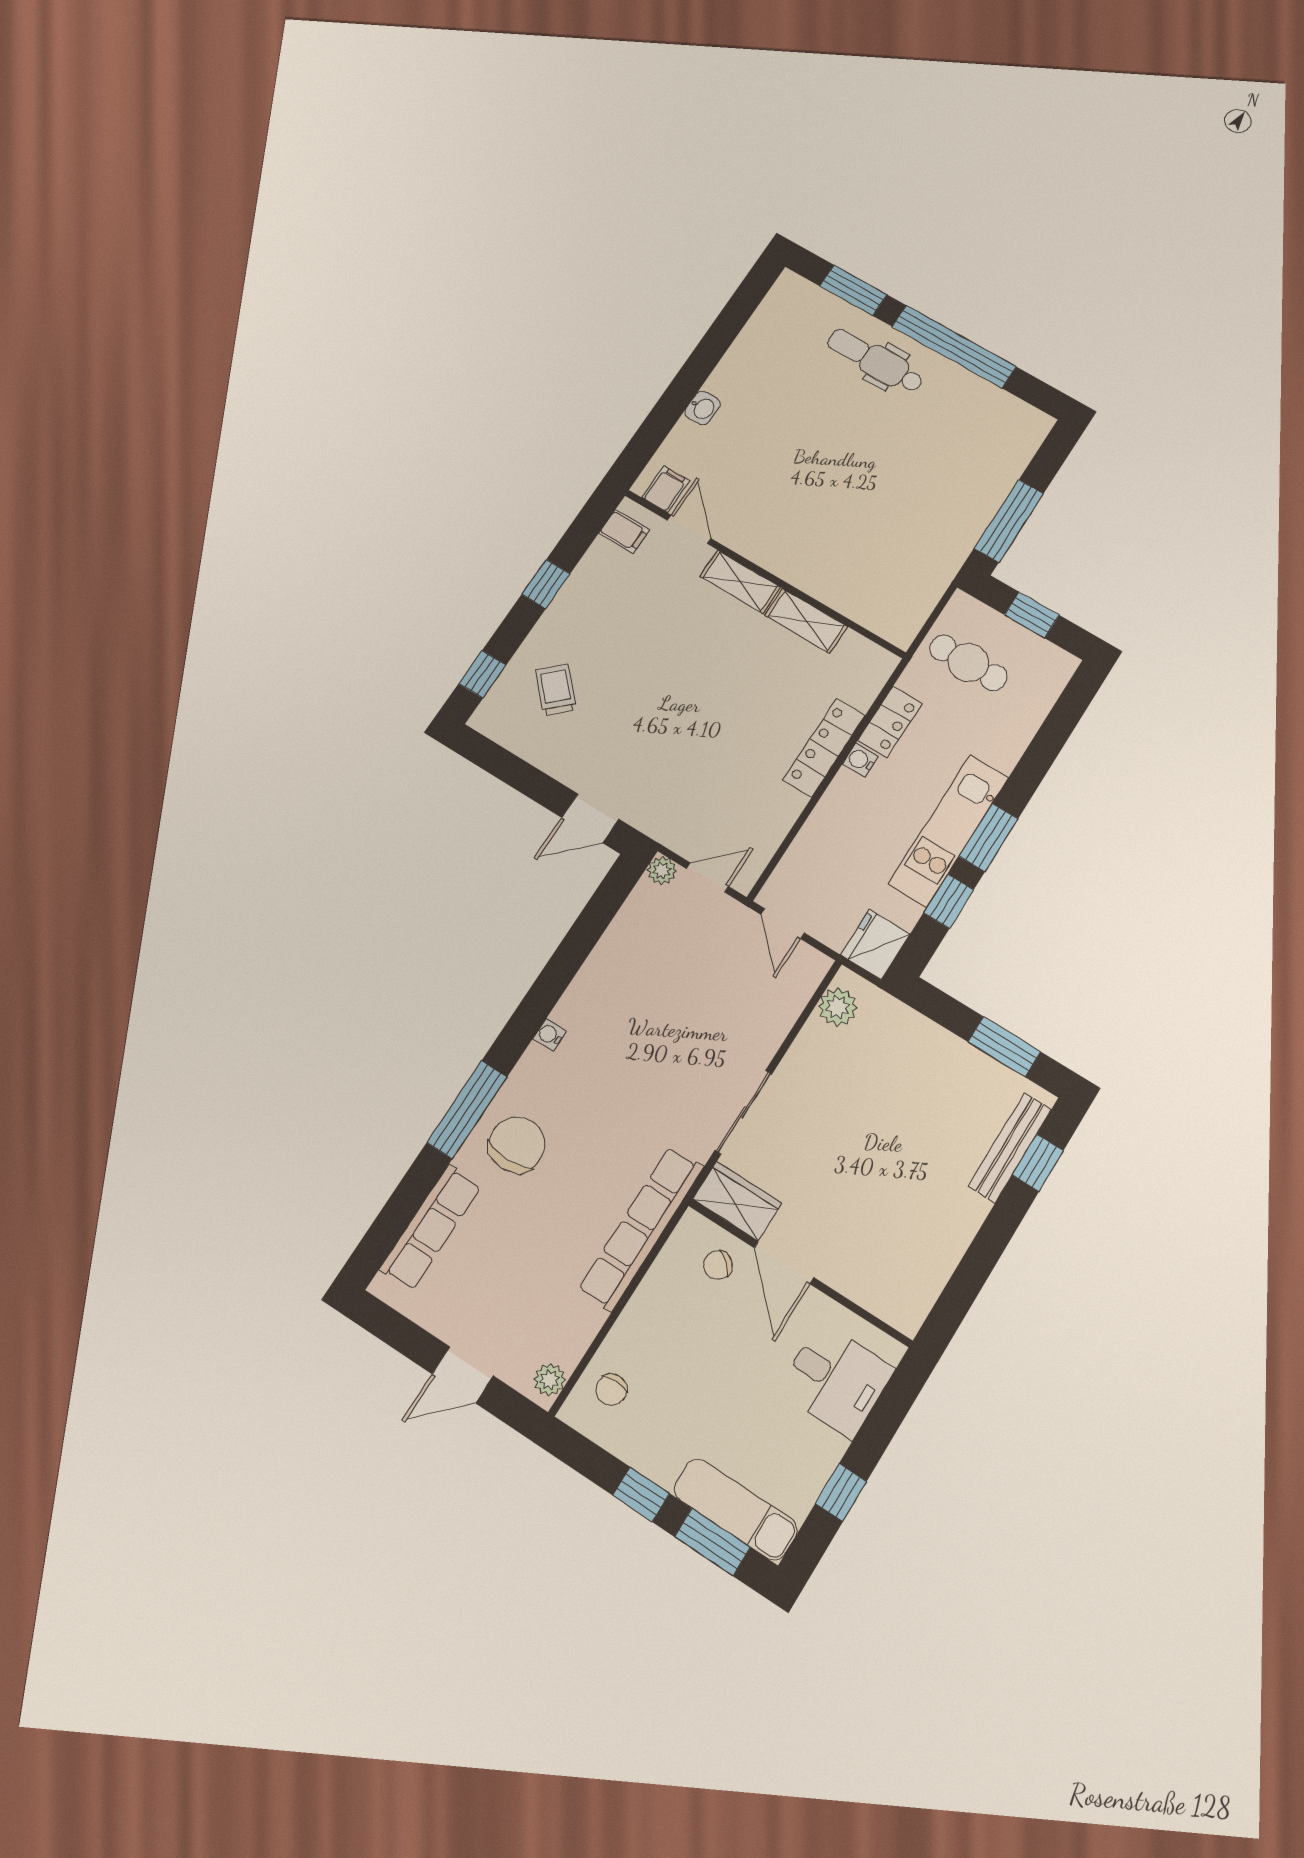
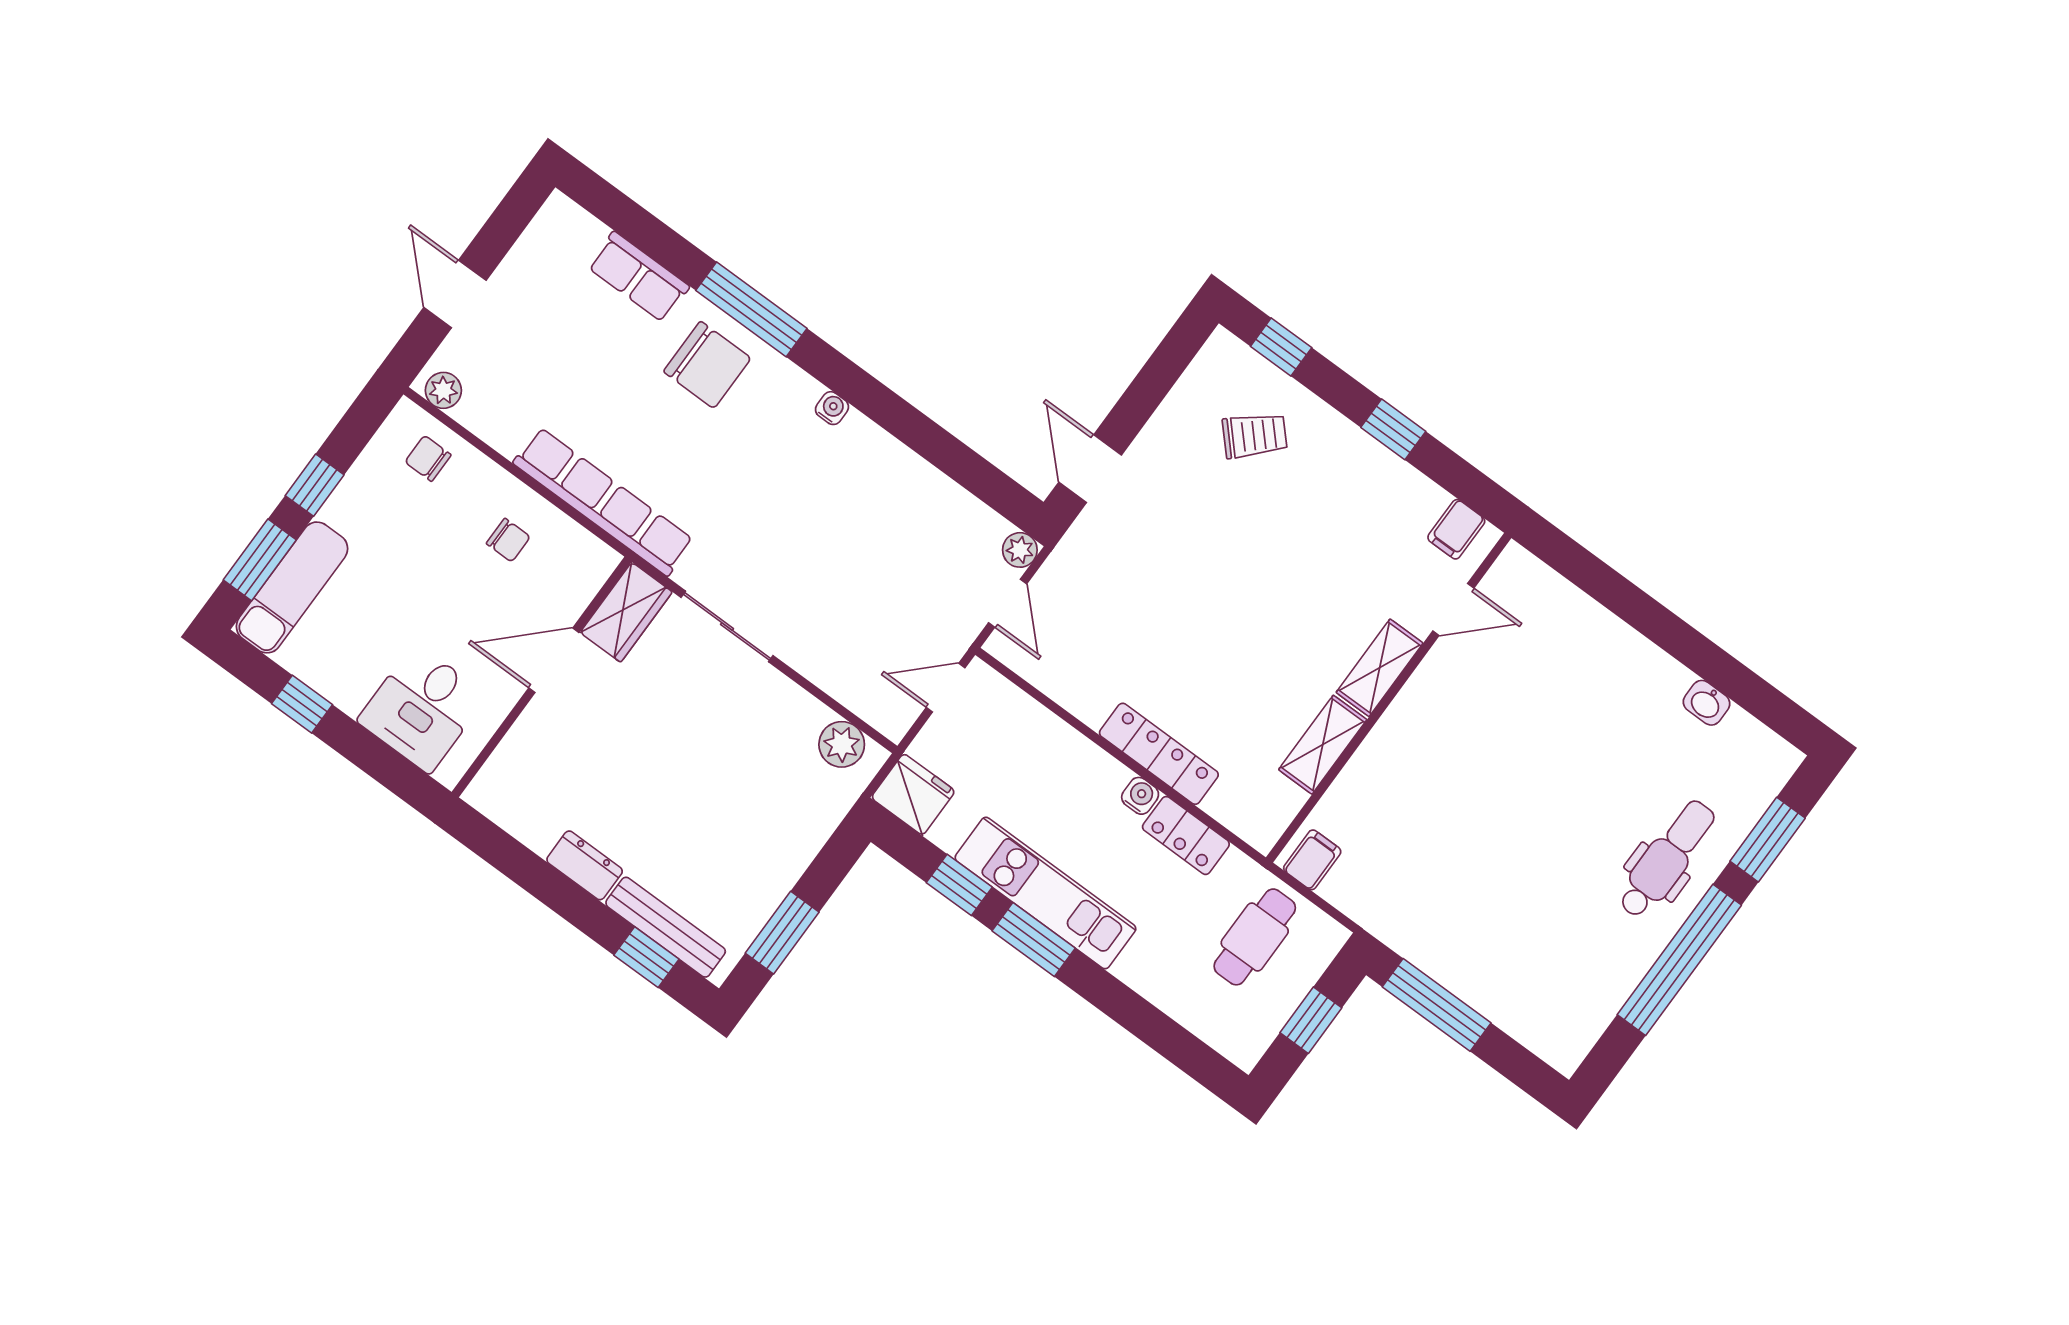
washbasin: (702, 408) -> (1707, 703), moved
filing cabinet: (666, 489) -> (1312, 860), moved, turned -90
dresser: (963, 1223) -> (585, 865), added
row of seats: (431, 1227) -> (639, 277), width x0.68
chair: (718, 1265) -> (508, 540), moved, turned 138

